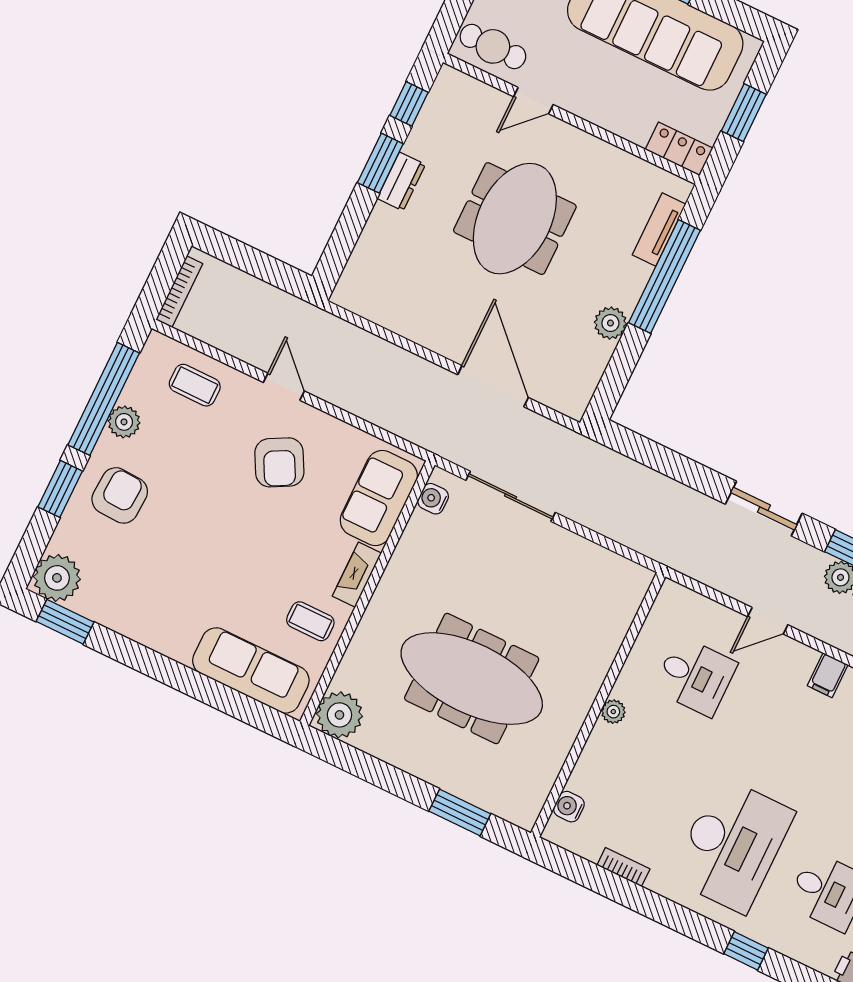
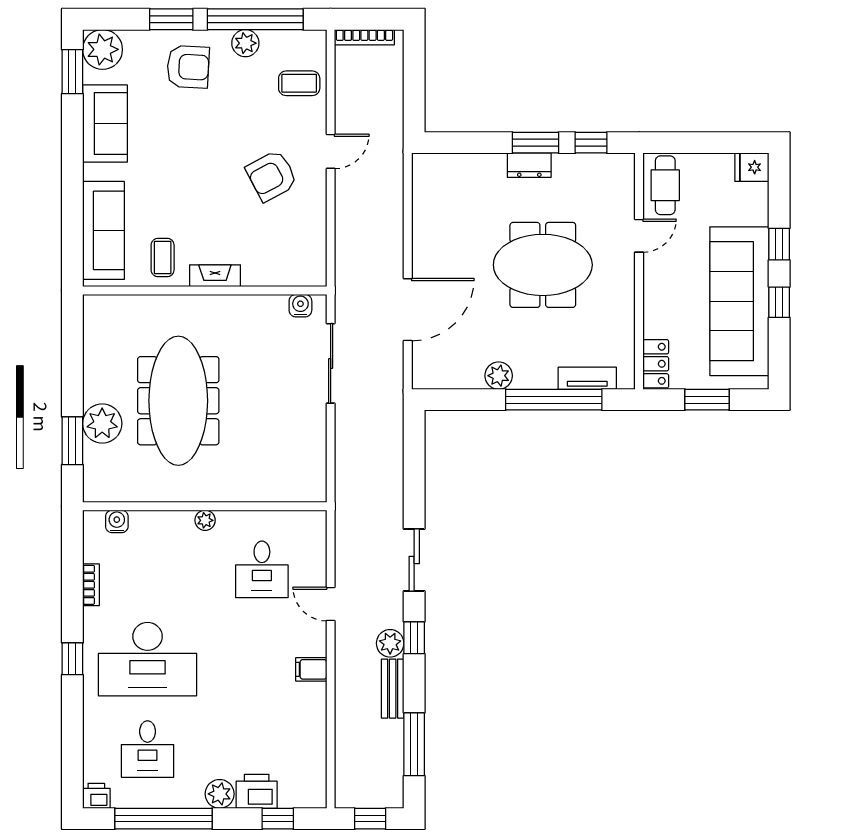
door: (533, 101) -> (639, 236), swing flipped
coffee table: (195, 385) -> (299, 83), turned 90
sofa: (379, 498) -> (105, 124), moved, turned 90
plant: (339, 715) -> (102, 423), moved
window: (746, 951) -> (72, 659), moved

